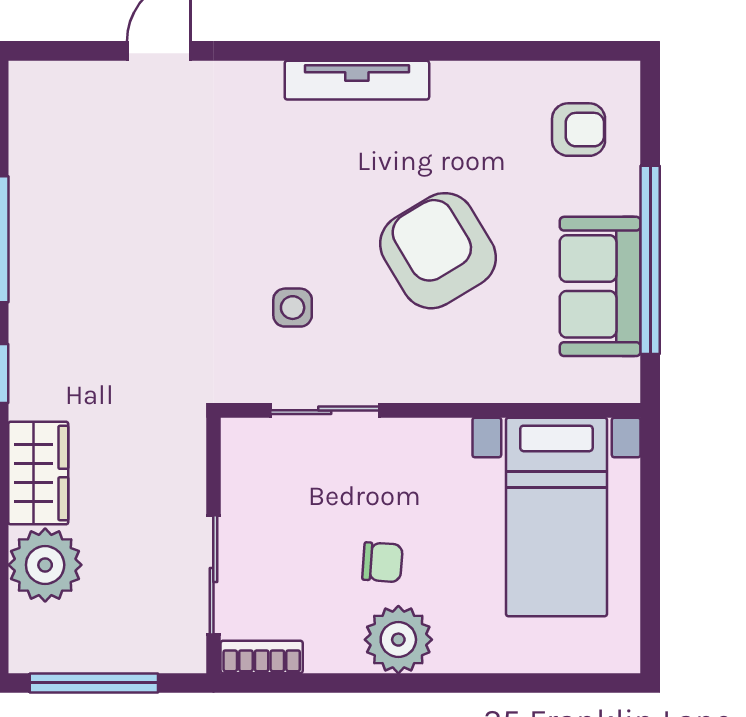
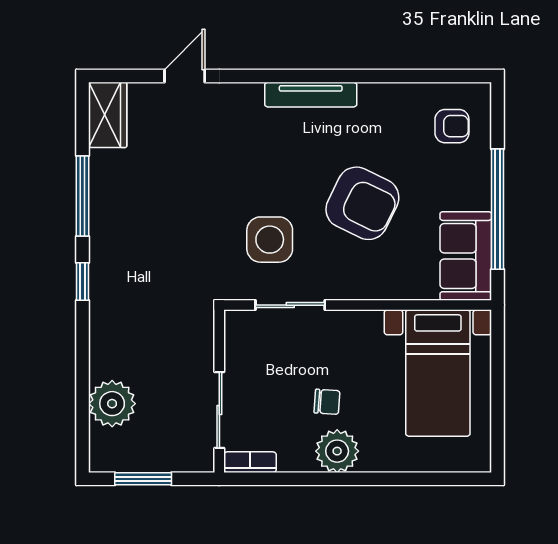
armchair: (438, 251) -> (362, 203), turned 147
sofa: (600, 286) -> (466, 256), moved
side table: (293, 308) -> (270, 240), width x1.87, depth x1.87
wardrobe: (38, 473) -> (108, 115), moved
window: (94, 683) -> (143, 479), width x0.69

